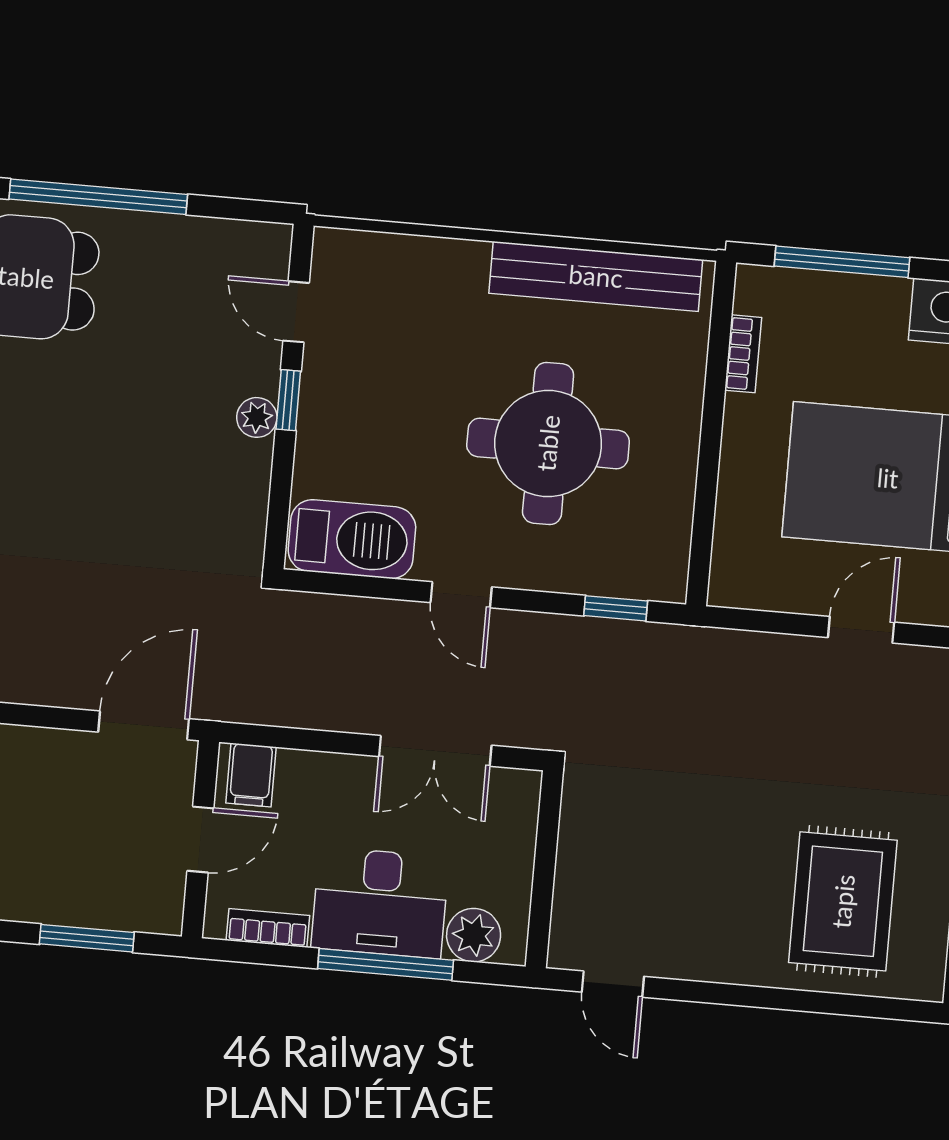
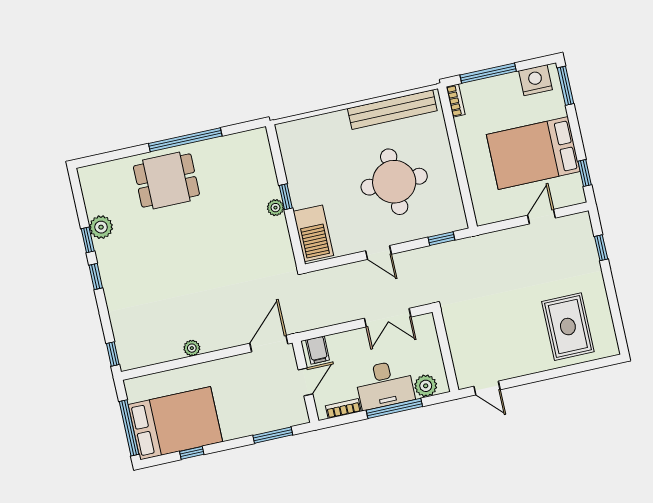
door: (296, 312) -> (278, 161), removed
bookcase: (743, 354) -> (456, 101), moved
barbecue: (352, 539) -> (313, 233), moved, turned 90

